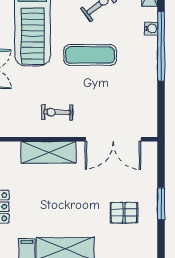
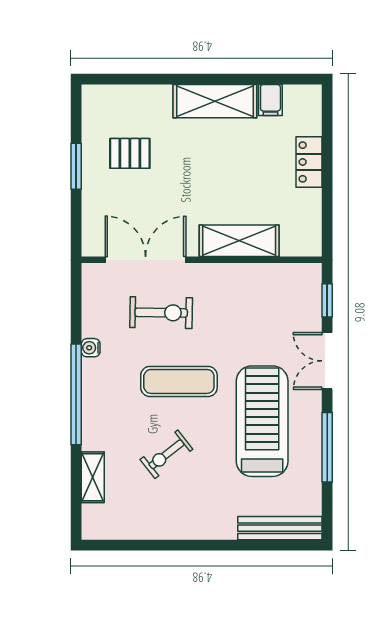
water cooler: (151, 29) -> (91, 348), moved
exercise bike: (57, 112) -> (161, 313), moved, width x1.38, depth x1.39

